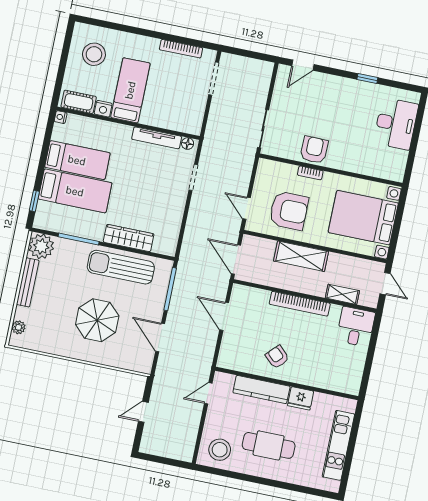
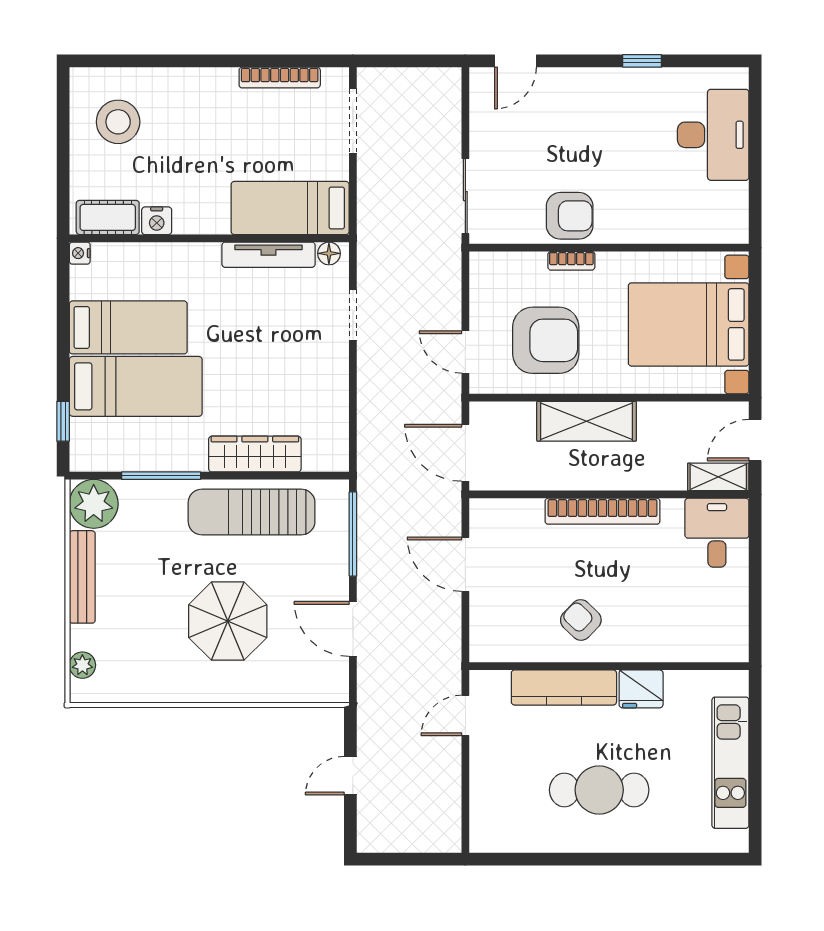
bed: (130, 90) -> (290, 208), moved, turned -90
armchair: (314, 150) -> (570, 216), turned 89
door: (385, 284) -> (755, 440), swing flipped
shelving: (342, 294) -> (718, 477), moved
stool: (220, 450) -> (509, 817), removed

